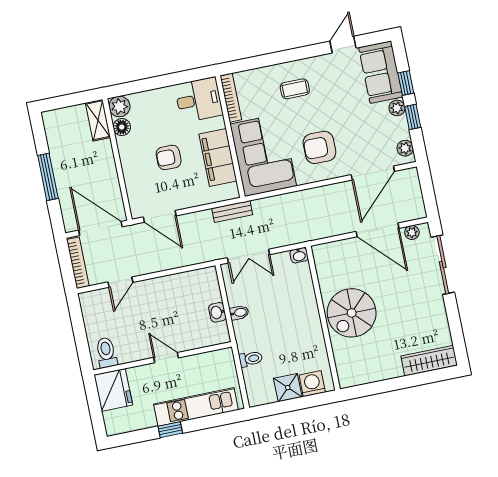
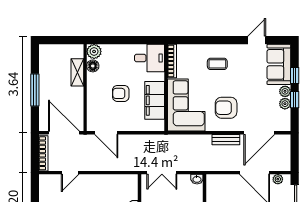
shelving: (98, 120) -> (77, 72), moved
plant: (405, 148) -> (285, 104), moved
bench: (232, 212) -> (226, 140), moved

